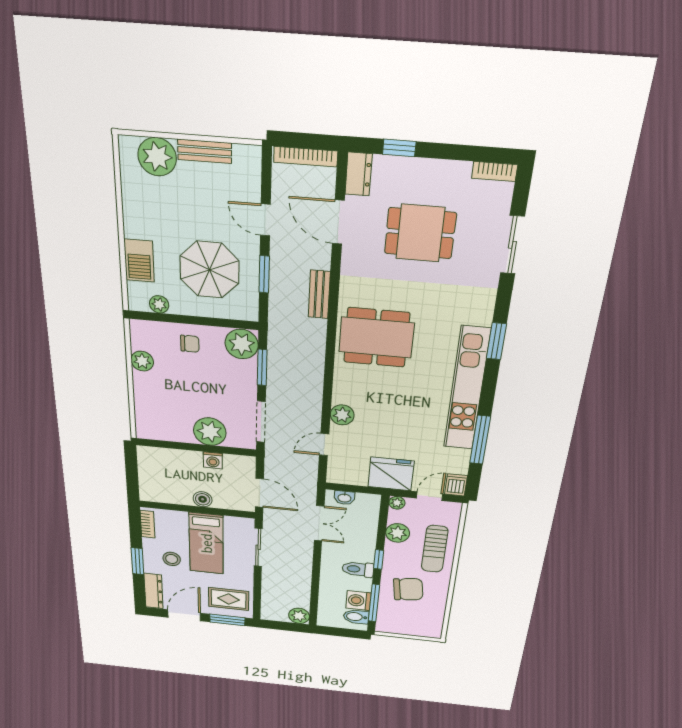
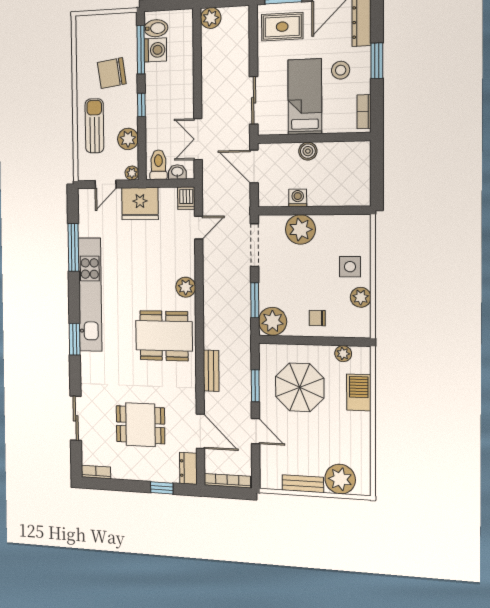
side table: (155, 392) -> (350, 267), added
plant: (342, 415) -> (186, 287), moved
dishwasher: (456, 485) -> (186, 198), moved
toilet: (358, 569) -> (158, 165), moved, turned -90

